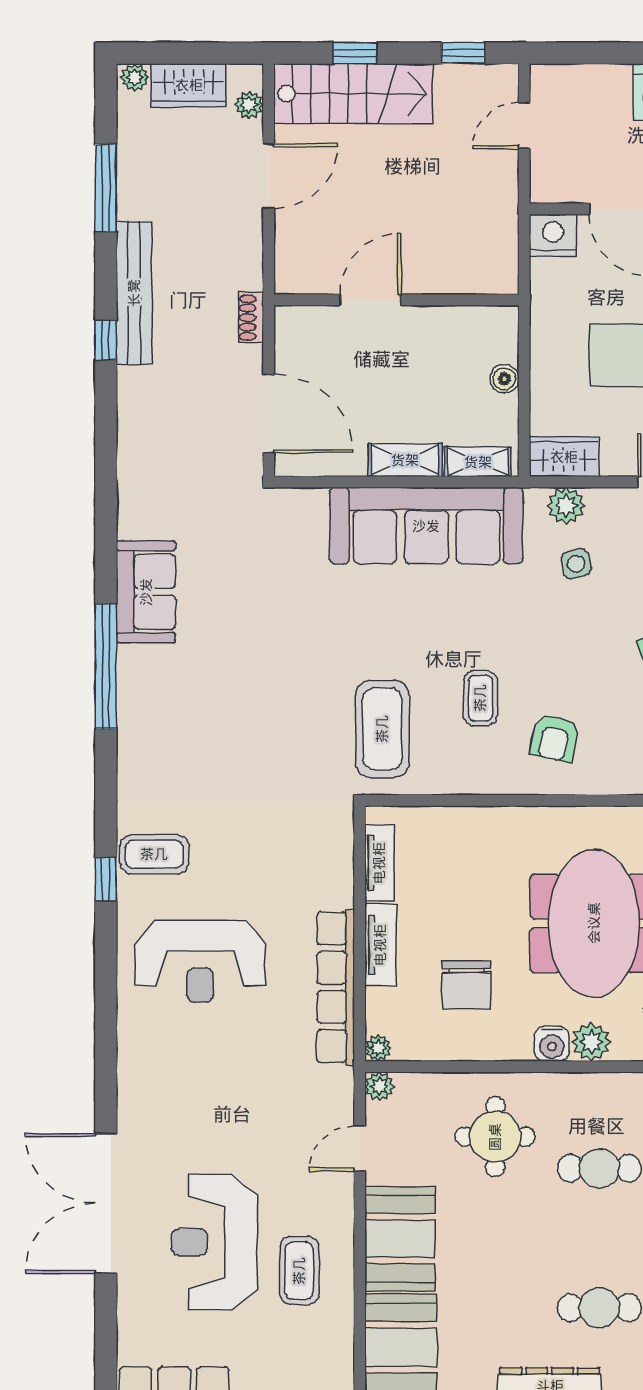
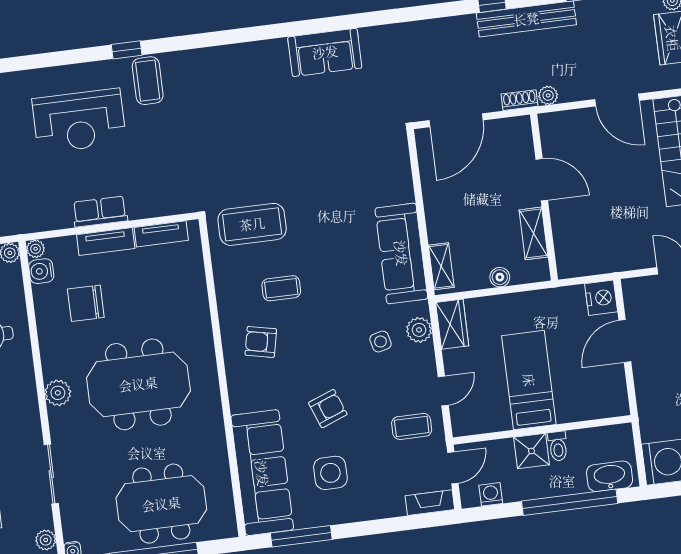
plant: (249, 105) -> (548, 95), moved
shelving: (405, 460) -> (533, 233), moved
sofa: (426, 526) -> (401, 253), width x0.74, depth x0.79
window: (106, 666) -> (271, 32), removed
reception desk: (200, 961) -> (79, 121), turned -90
row of seats: (336, 987) -> (100, 212), width x0.50
water cooler: (552, 1044) -> (41, 271), moved

